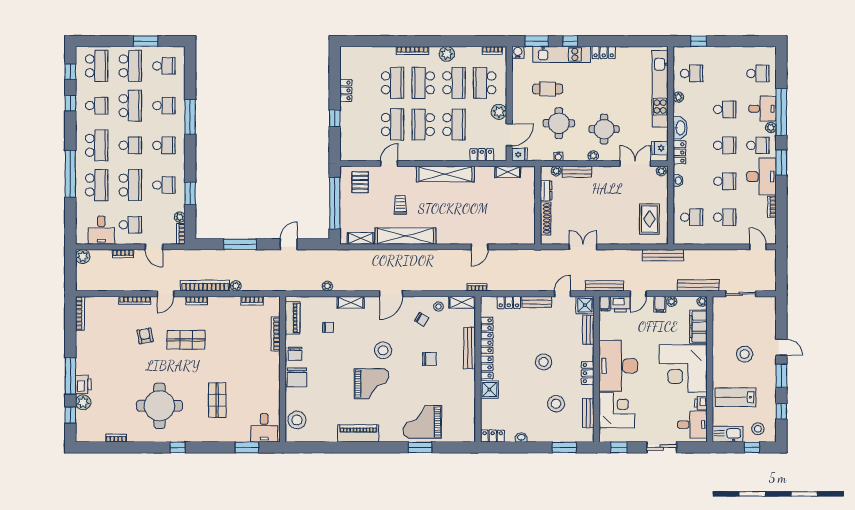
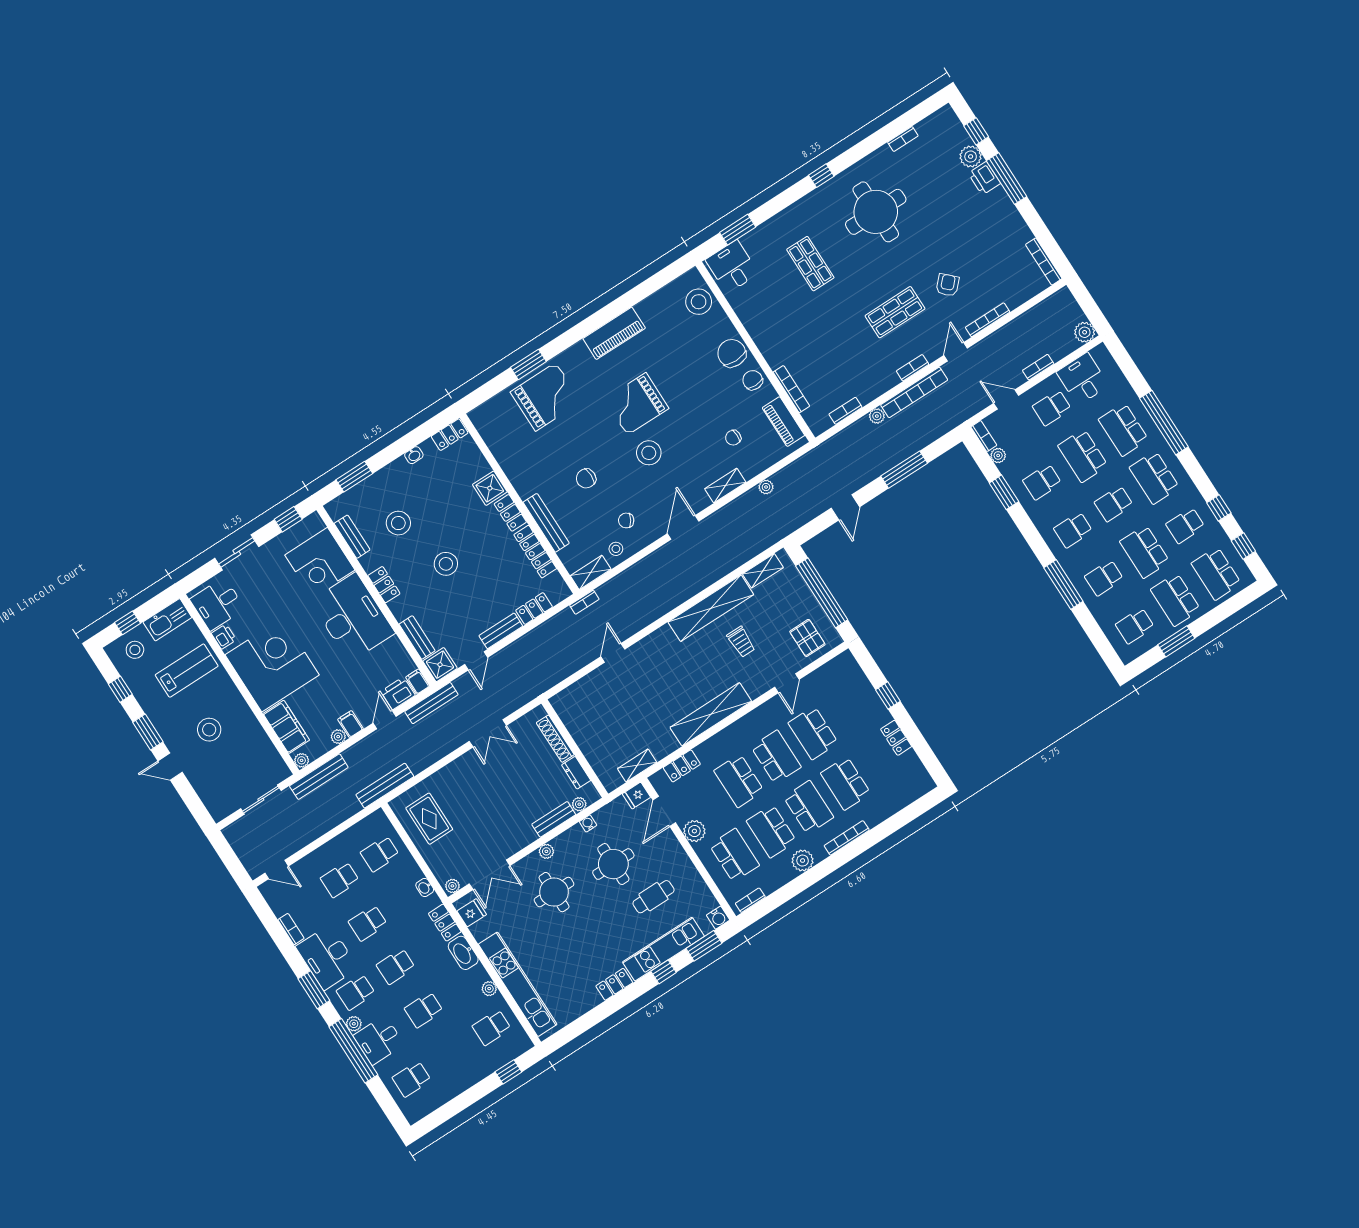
armchair: (145, 336) -> (948, 285), turned -126

